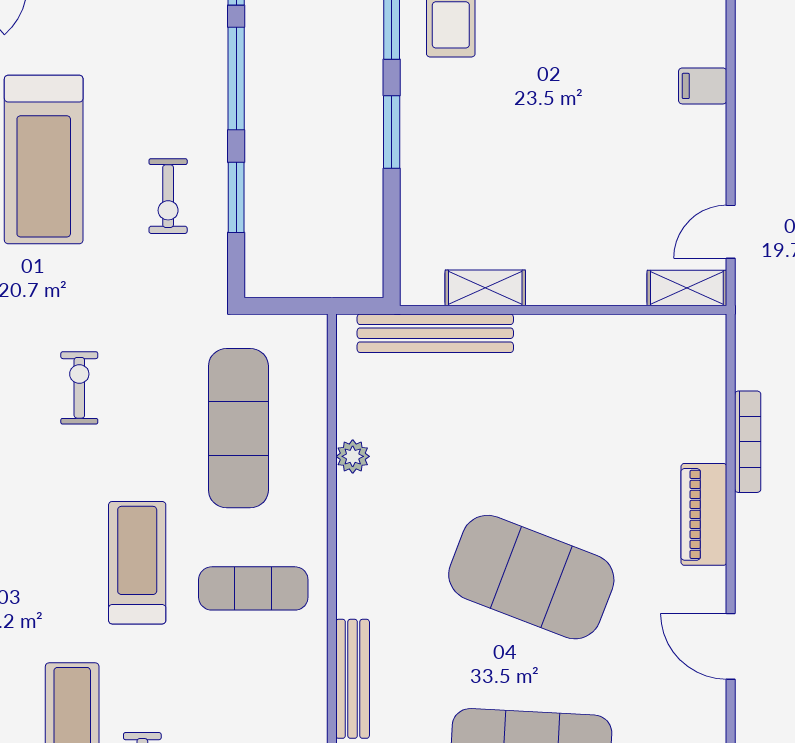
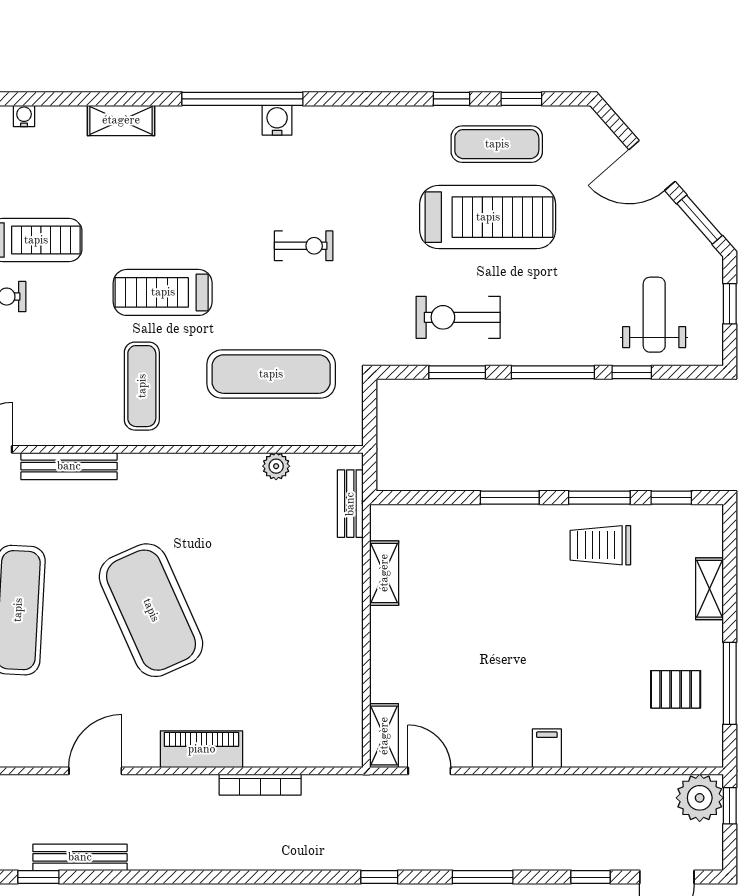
treadmill: (44, 160) -> (488, 217), turned 180
exercise bike: (168, 196) -> (458, 317), width x1.38, depth x1.39
bench: (435, 333) -> (350, 504), width x0.54, depth x0.82
plant: (353, 456) -> (276, 466), moved
treadmill: (137, 563) -> (163, 292), turned 180
exercise mat: (531, 577) -> (151, 610), turned -45

